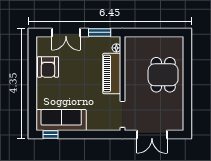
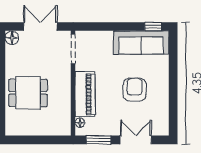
armchair: (48, 67) -> (135, 90), moved
dining table: (163, 75) -> (28, 93), turned 90
floor lamp: (177, 124) -> (12, 38), added

